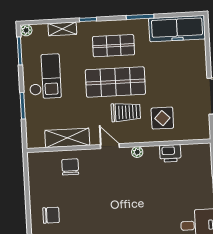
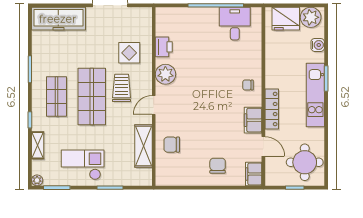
freezer: (177, 29) -> (58, 19), moved, turned 90
plant: (137, 152) -> (165, 74), width x1.88, depth x1.88

